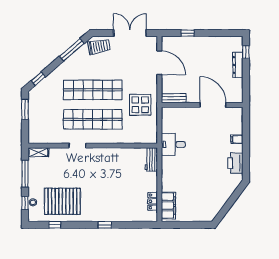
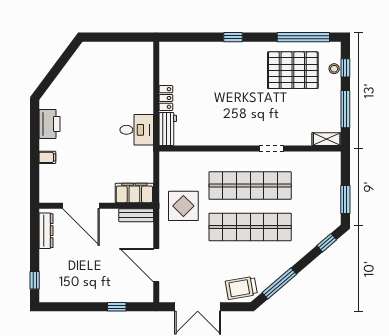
dresser: (238, 65) -> (46, 231), moved
desk: (173, 144) -> (137, 130), moved
locker: (153, 201) -> (166, 98), moved
filing cabinet: (168, 206) -> (134, 193), moved, turned 90
window: (55, 225) -> (303, 37), width x3.17

